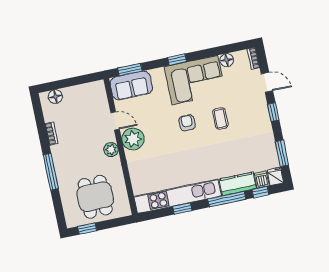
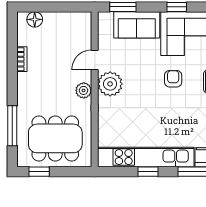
sofa: (131, 86) -> (137, 25), moved
door: (115, 121) -> (95, 60), swing flipped
window: (51, 172) -> (12, 126), moved
dining table: (95, 197) -> (55, 138), width x1.38

